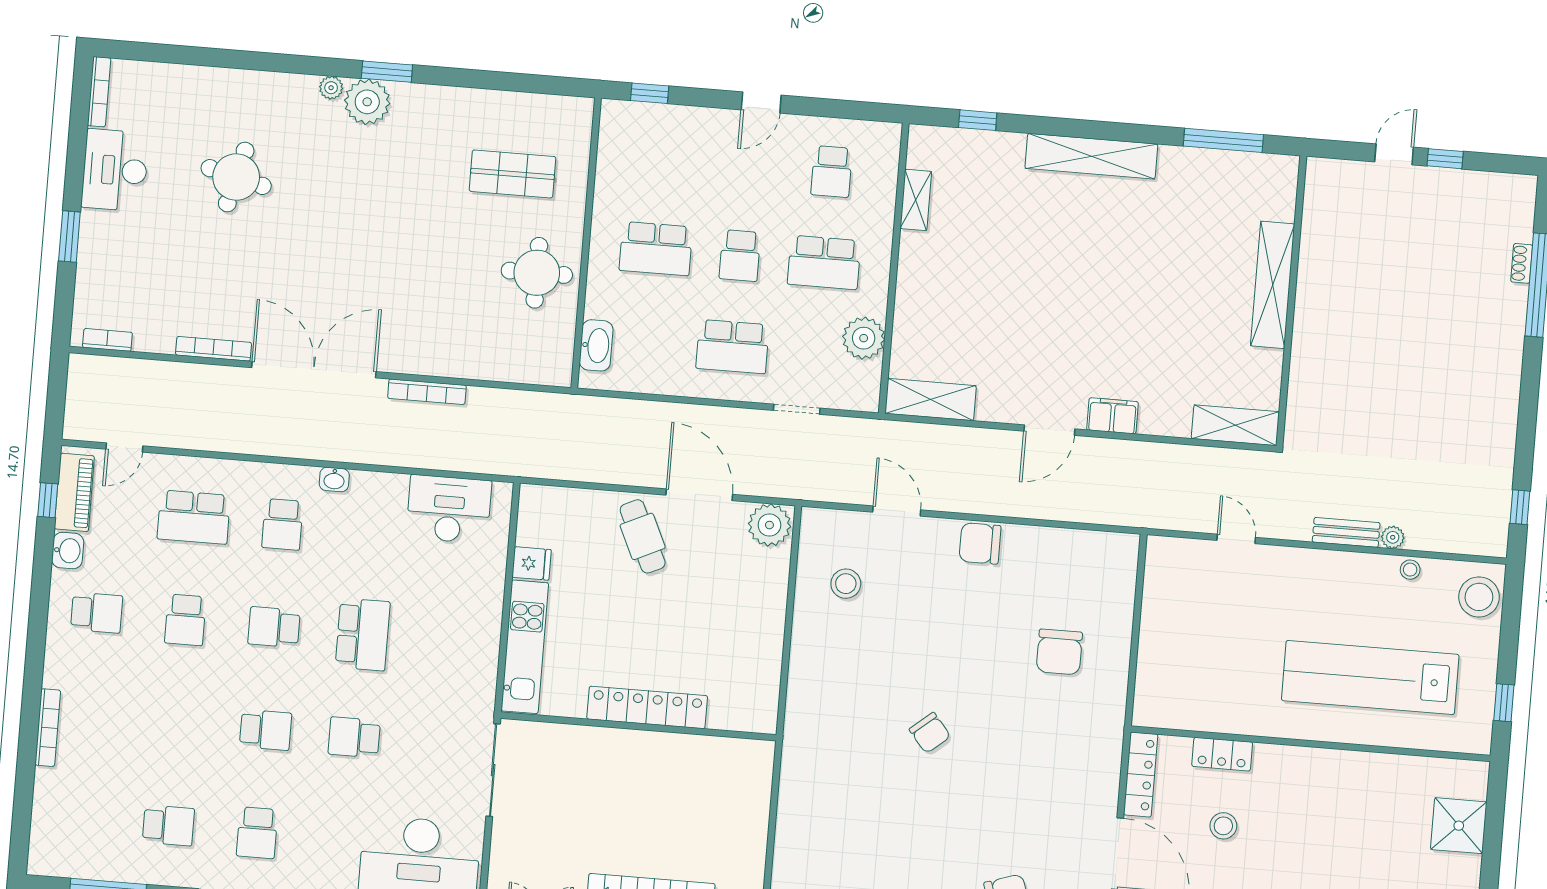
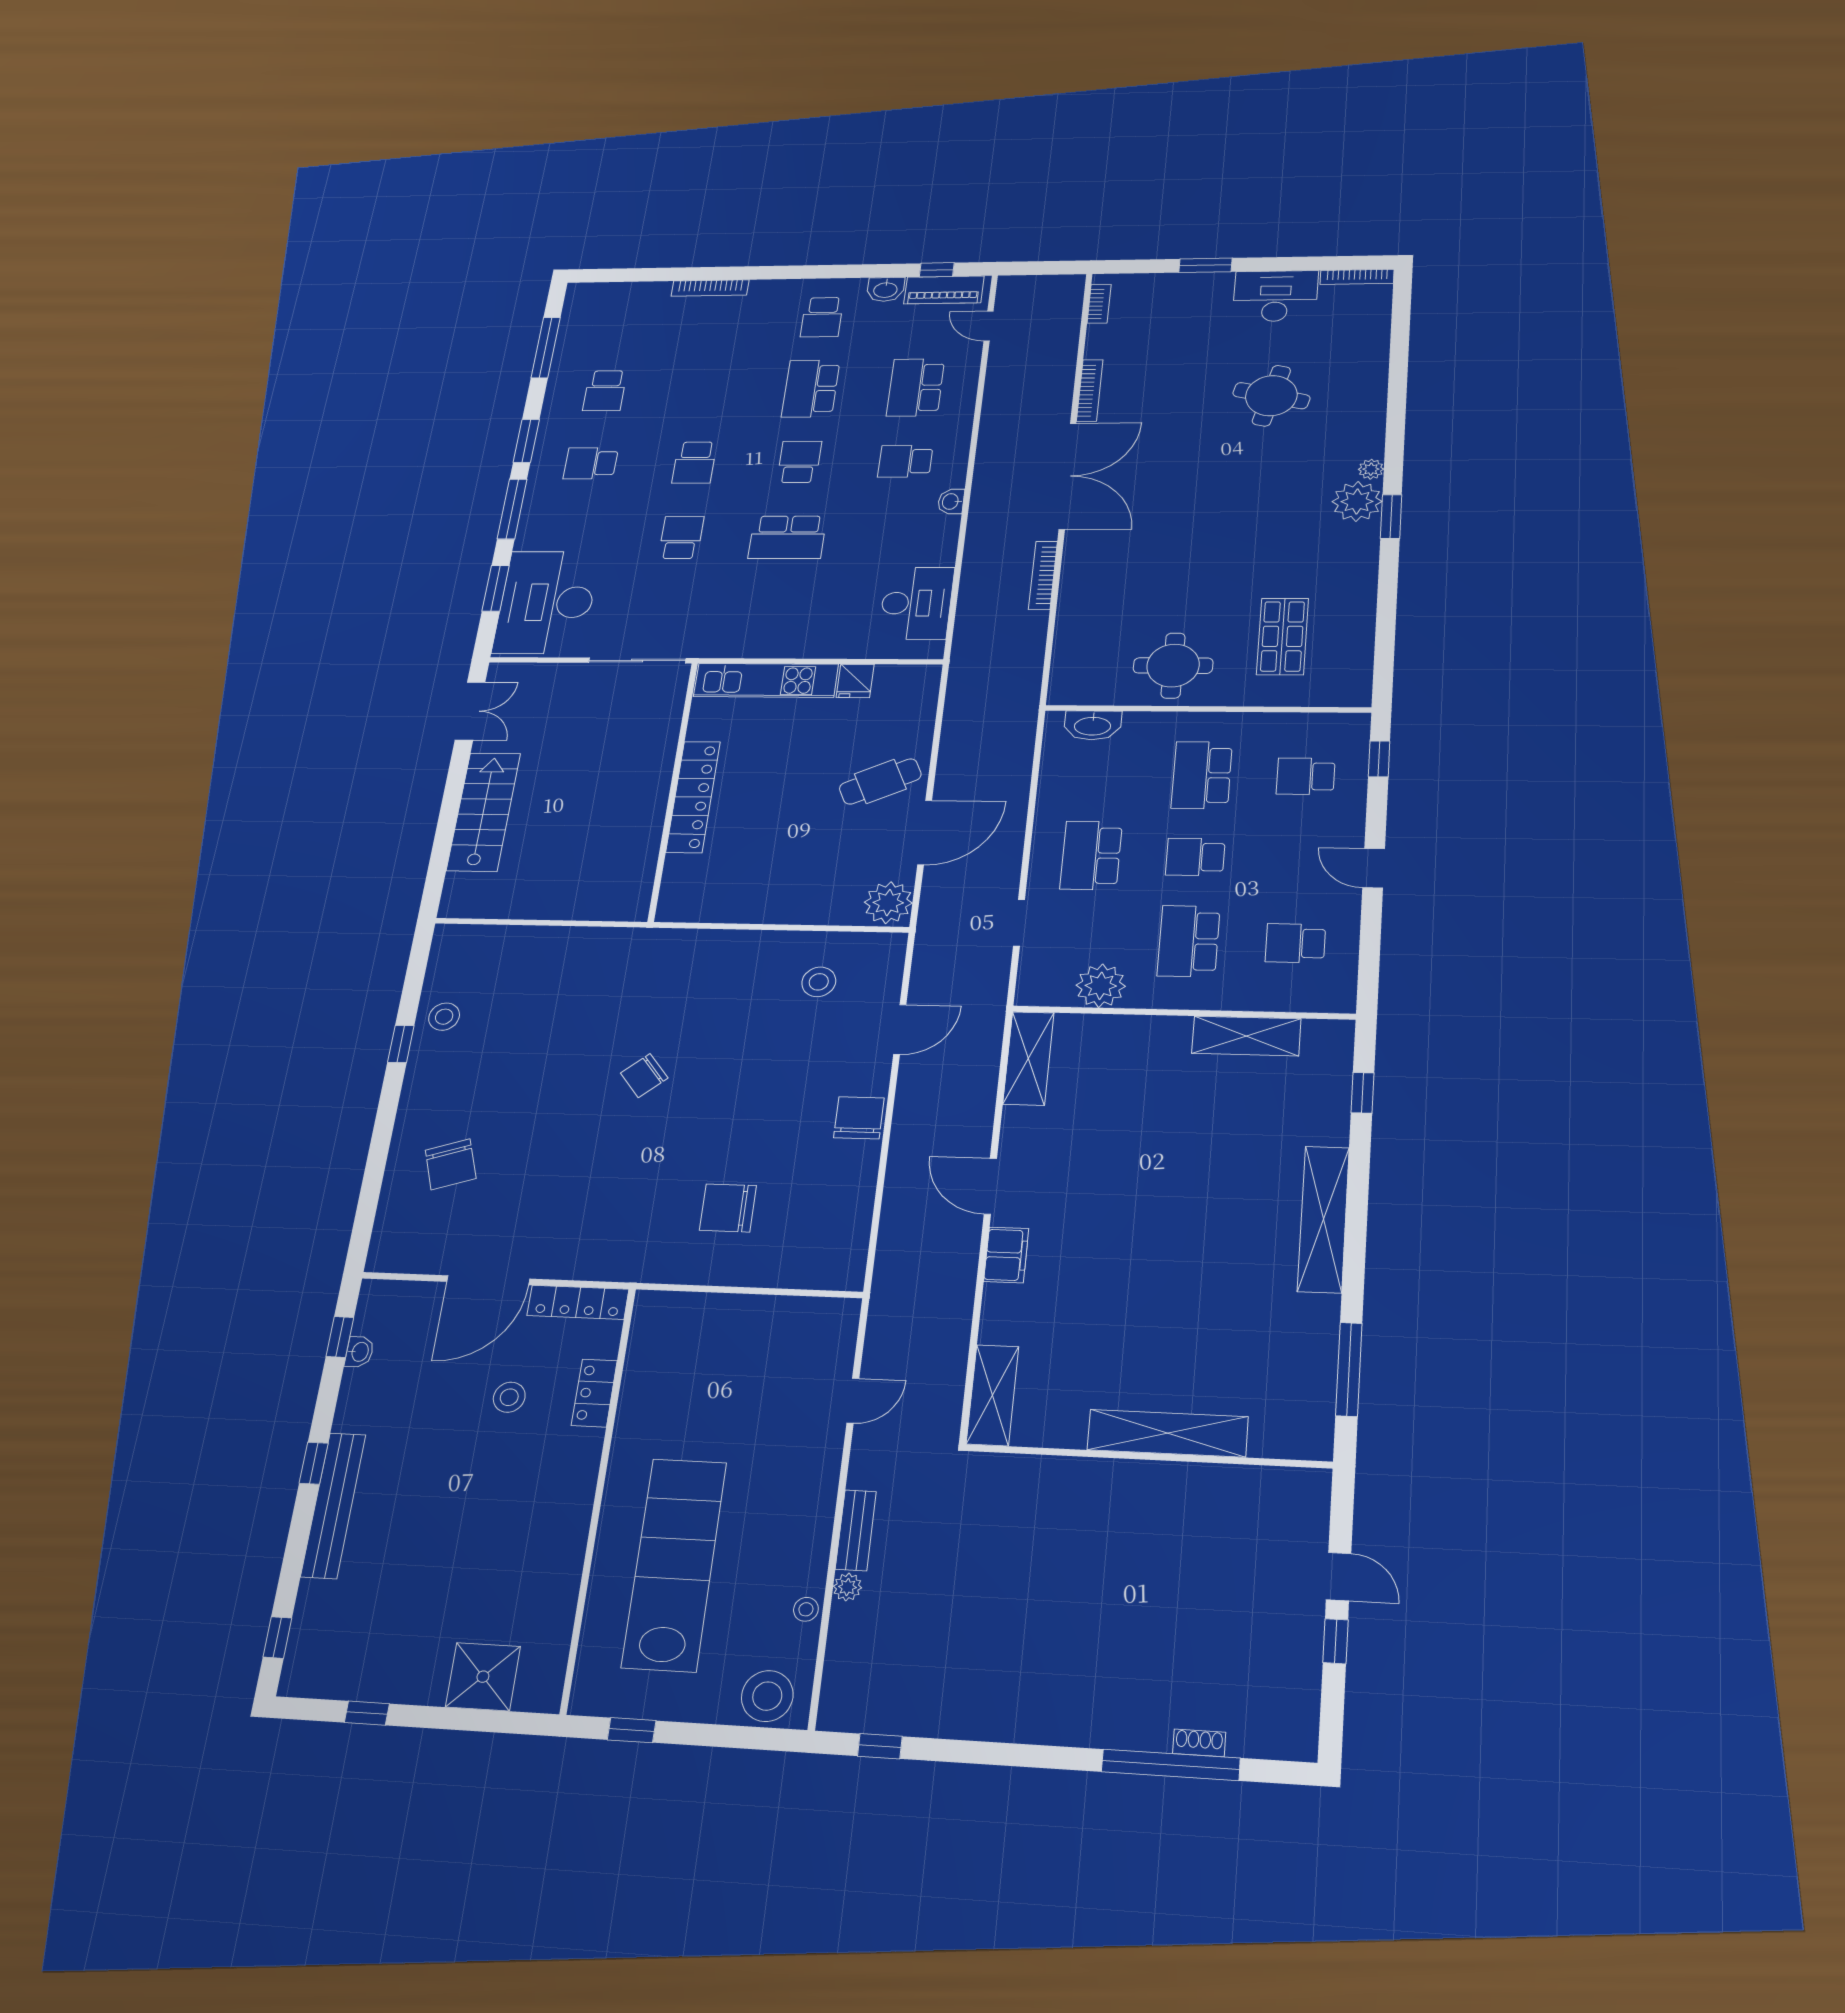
school desk: (663, 158) -> (1306, 776), added
shelving: (916, 200) -> (1246, 1036), width x1.50, depth x1.33
school desk: (185, 620) -> (811, 389), width x1.85

